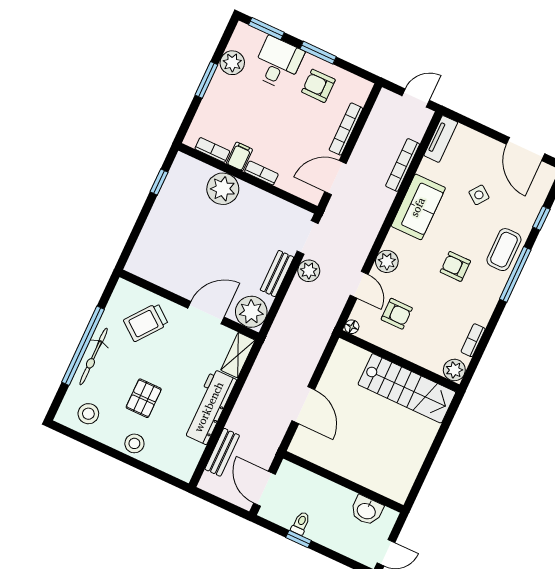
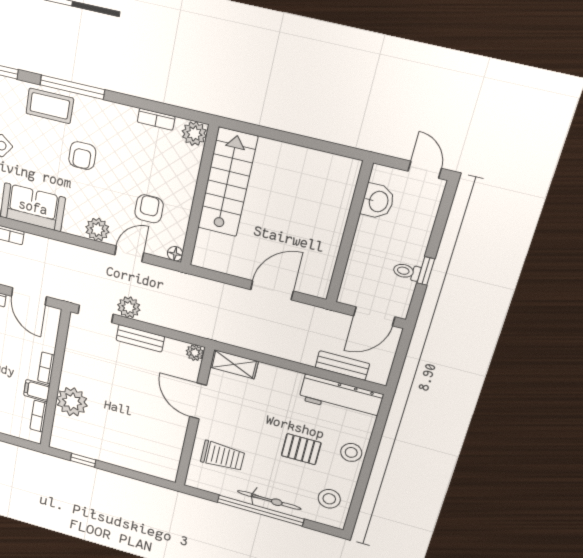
plant: (251, 312) -> (195, 353), width x0.53, depth x0.53
trolley: (146, 322) -> (223, 456), turned -38
workbench: (209, 407) -> (341, 397), moved

